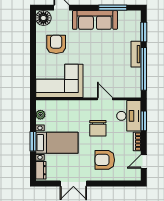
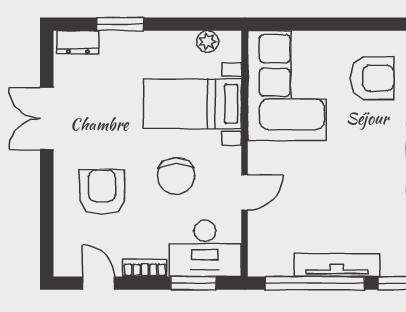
tv unit: (136, 54) -> (337, 265), width x1.41
chair: (98, 128) -> (176, 176), turned -90
window: (33, 141) -> (120, 24), moved
bed with nightstands: (57, 143) -> (192, 104), moved, turned 90

